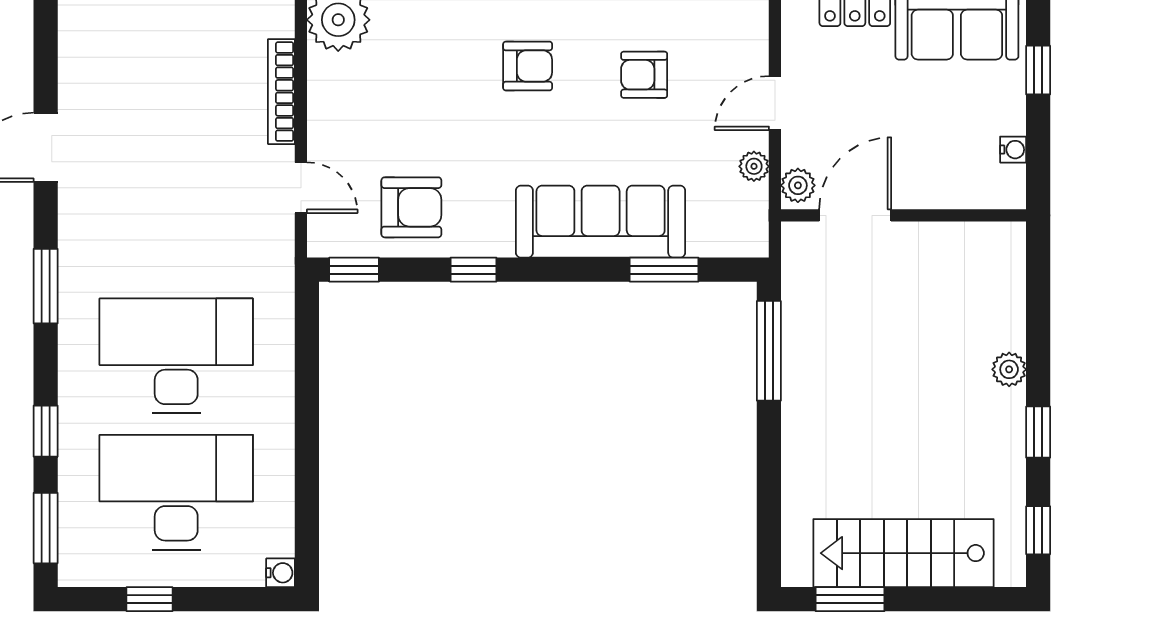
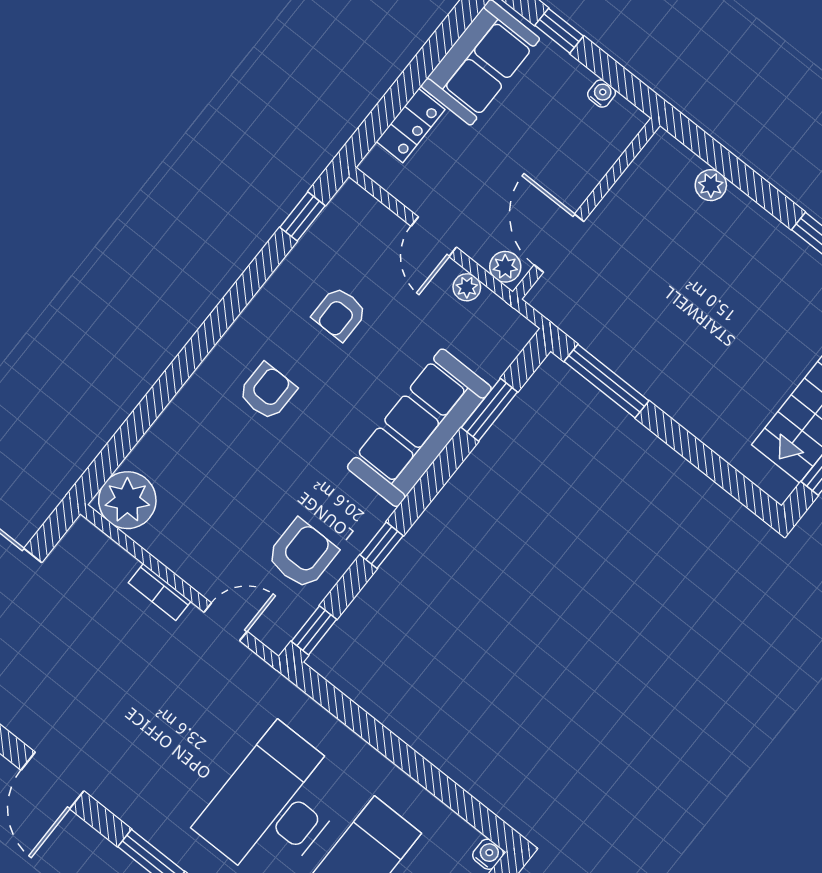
bookcase: (281, 92) -> (160, 592), width x0.64
plant: (1009, 369) -> (711, 185), moved

